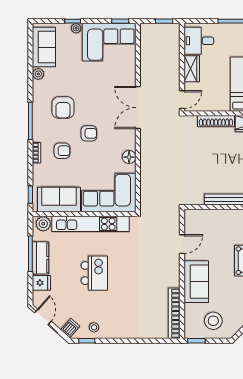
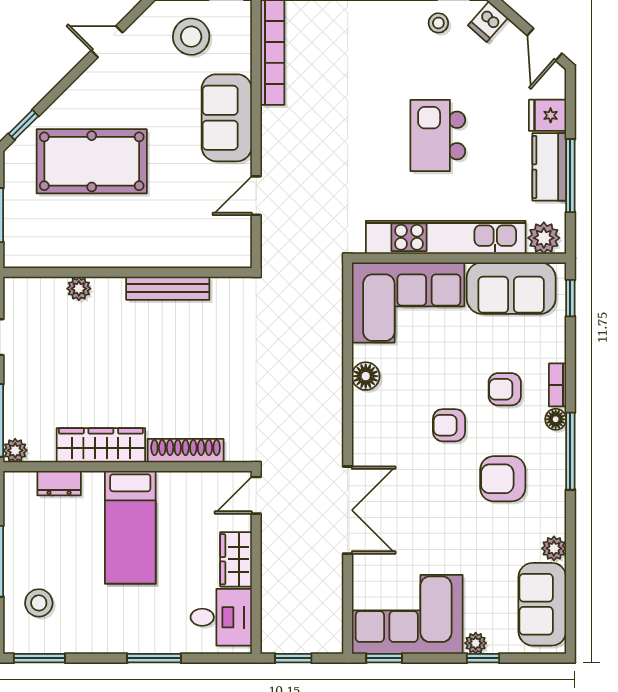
armchair: (63, 108) -> (503, 479), turned -90
double door: (138, 108) -> (348, 510), moved
floor lamp: (37, 136) -> (556, 419), added

